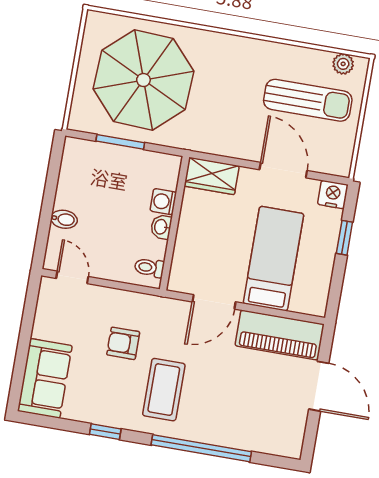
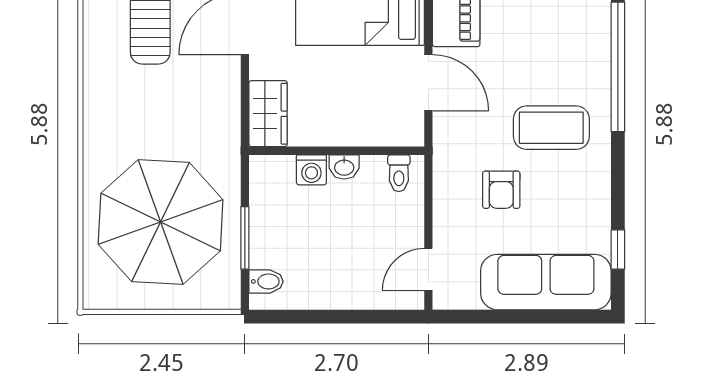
bidet: (64, 219) -> (266, 281), moved, turned 90
sofa: (45, 378) -> (546, 282), width x1.36
window: (105, 432) -> (618, 249), moved

